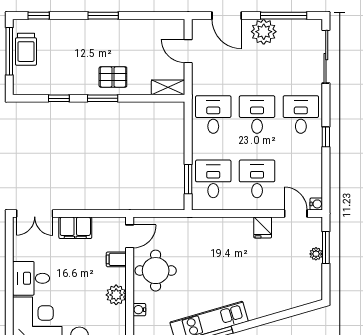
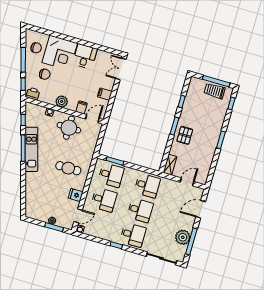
plant: (264, 32) -> (183, 237), moved
filing cabinet: (75, 228) -> (105, 94), width x0.50
door: (130, 236) -> (92, 119), swing flipped
cafe table: (222, 252) -> (68, 168), added

